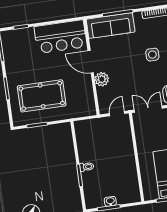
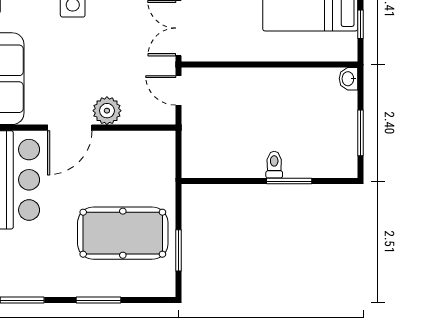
pool table: (42, 96) -> (123, 233), turned 90
washbasin: (110, 201) -> (348, 79), moved

